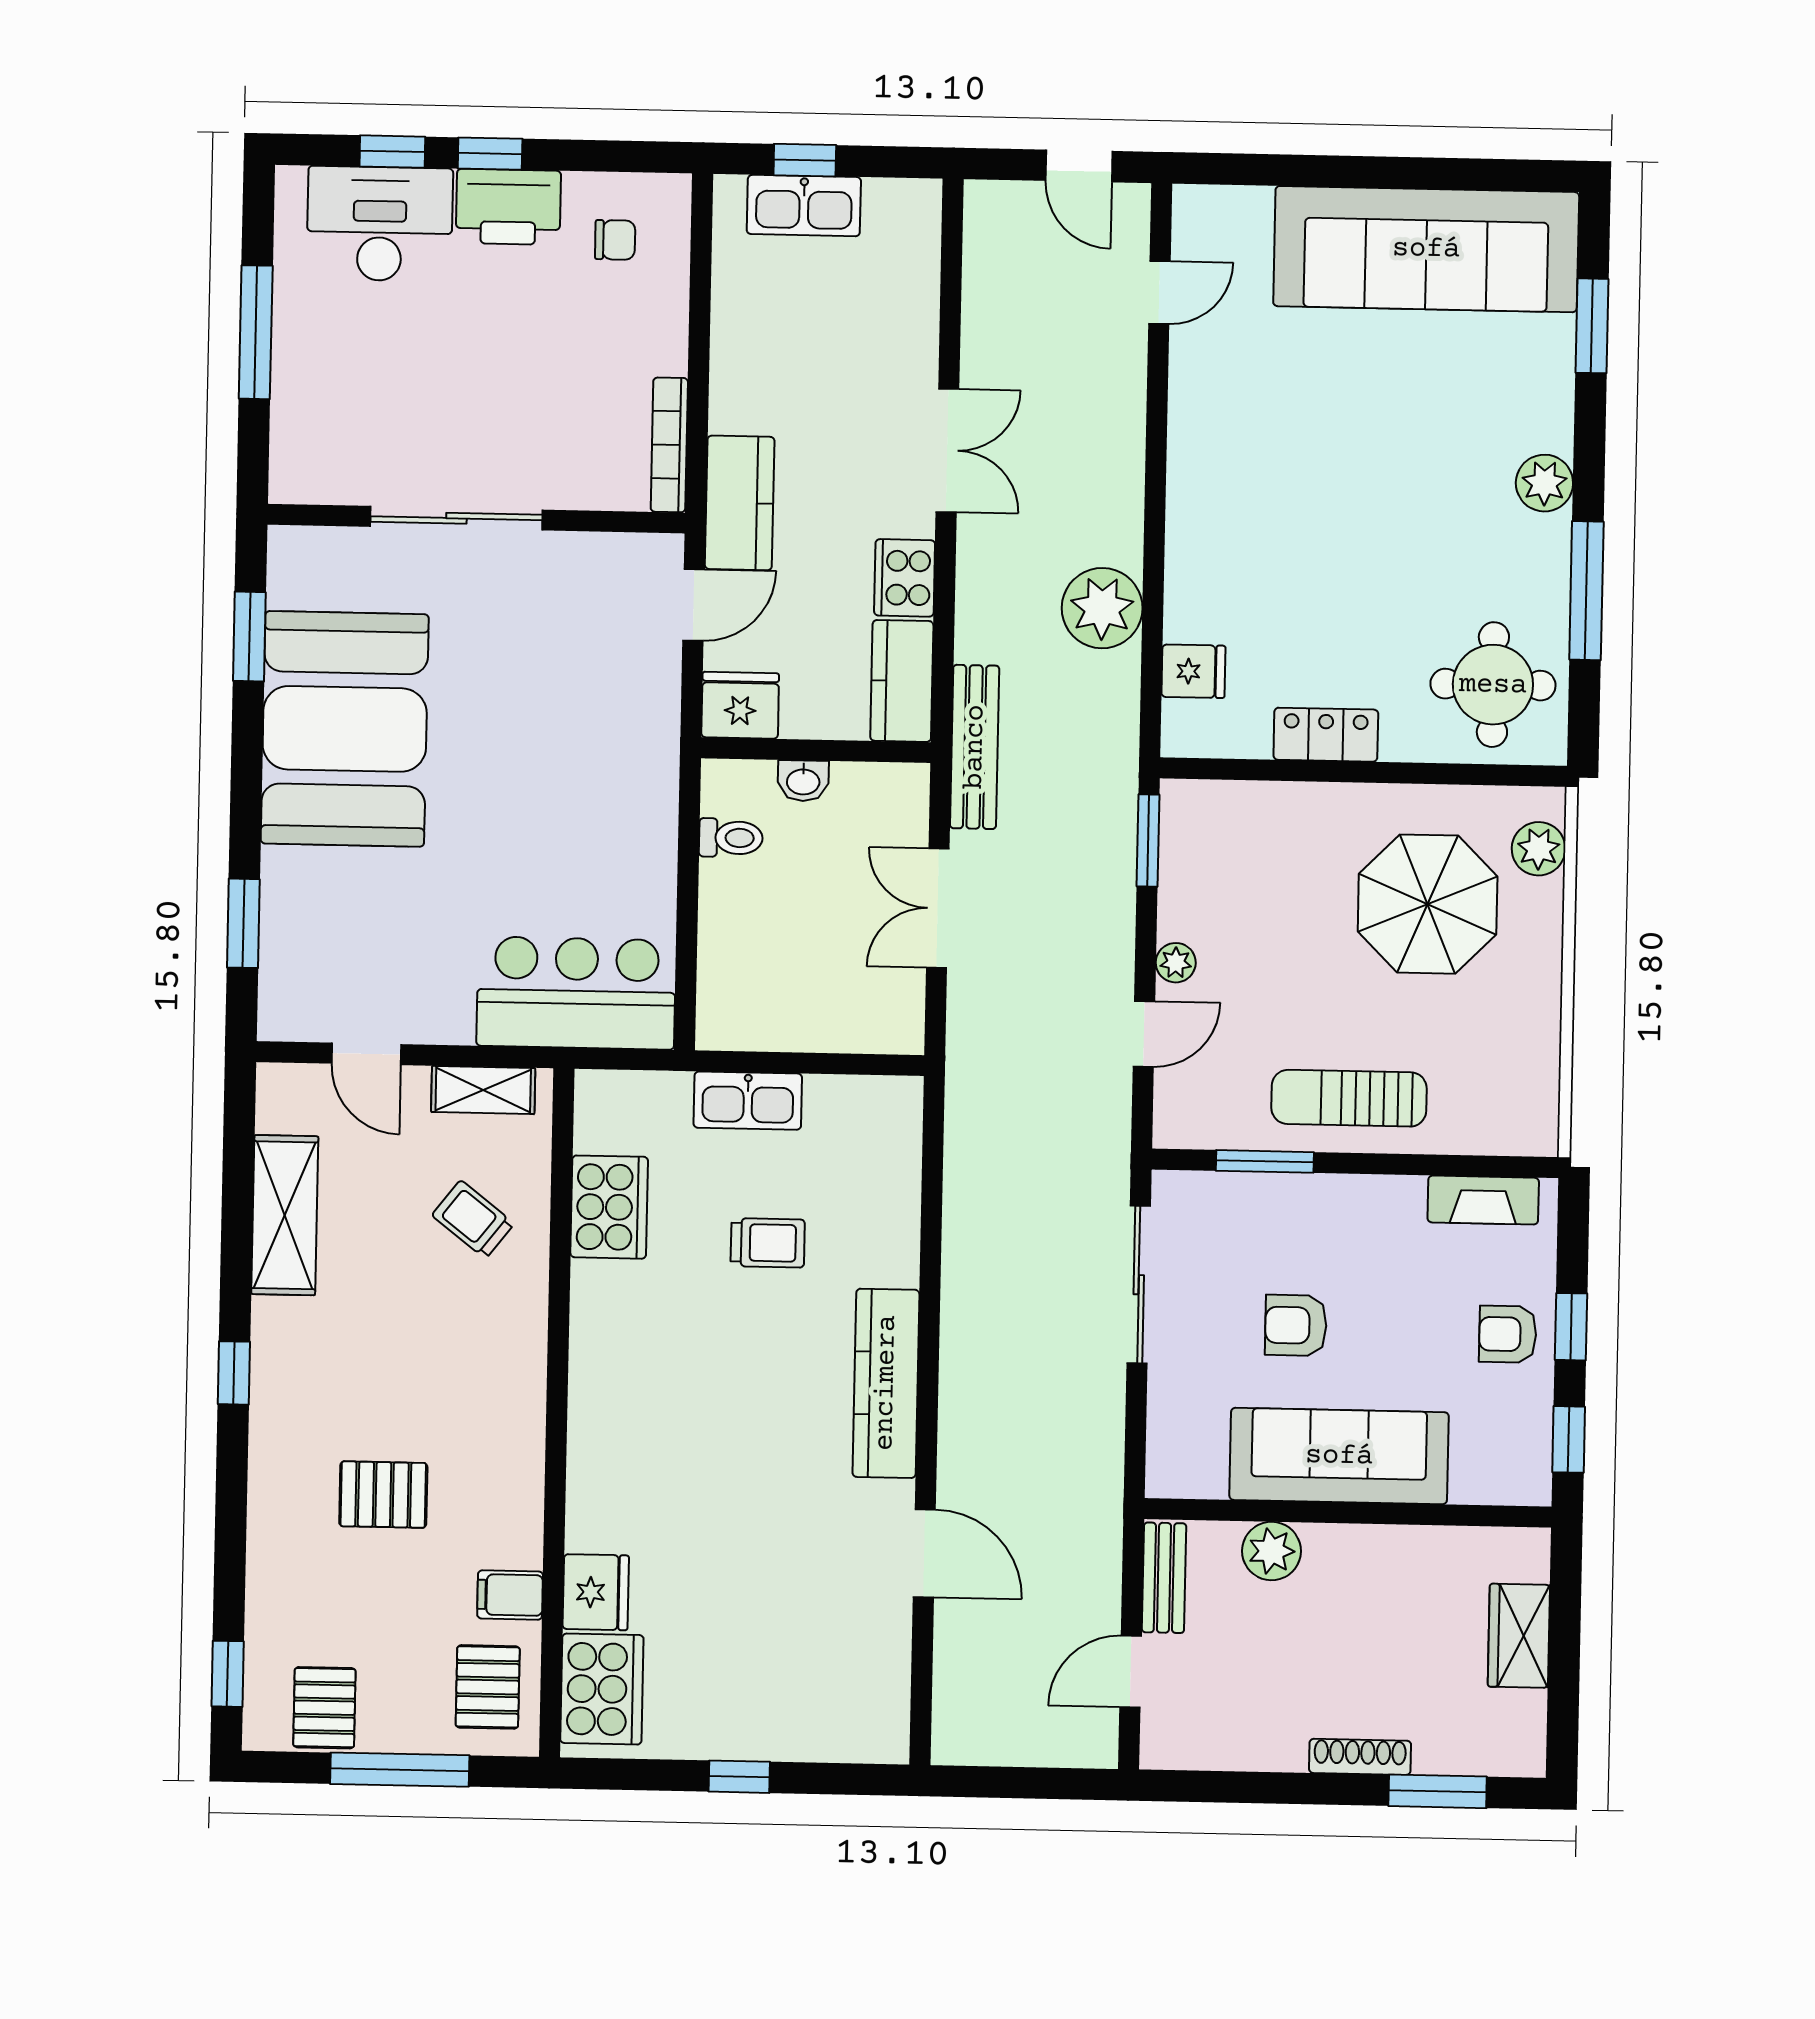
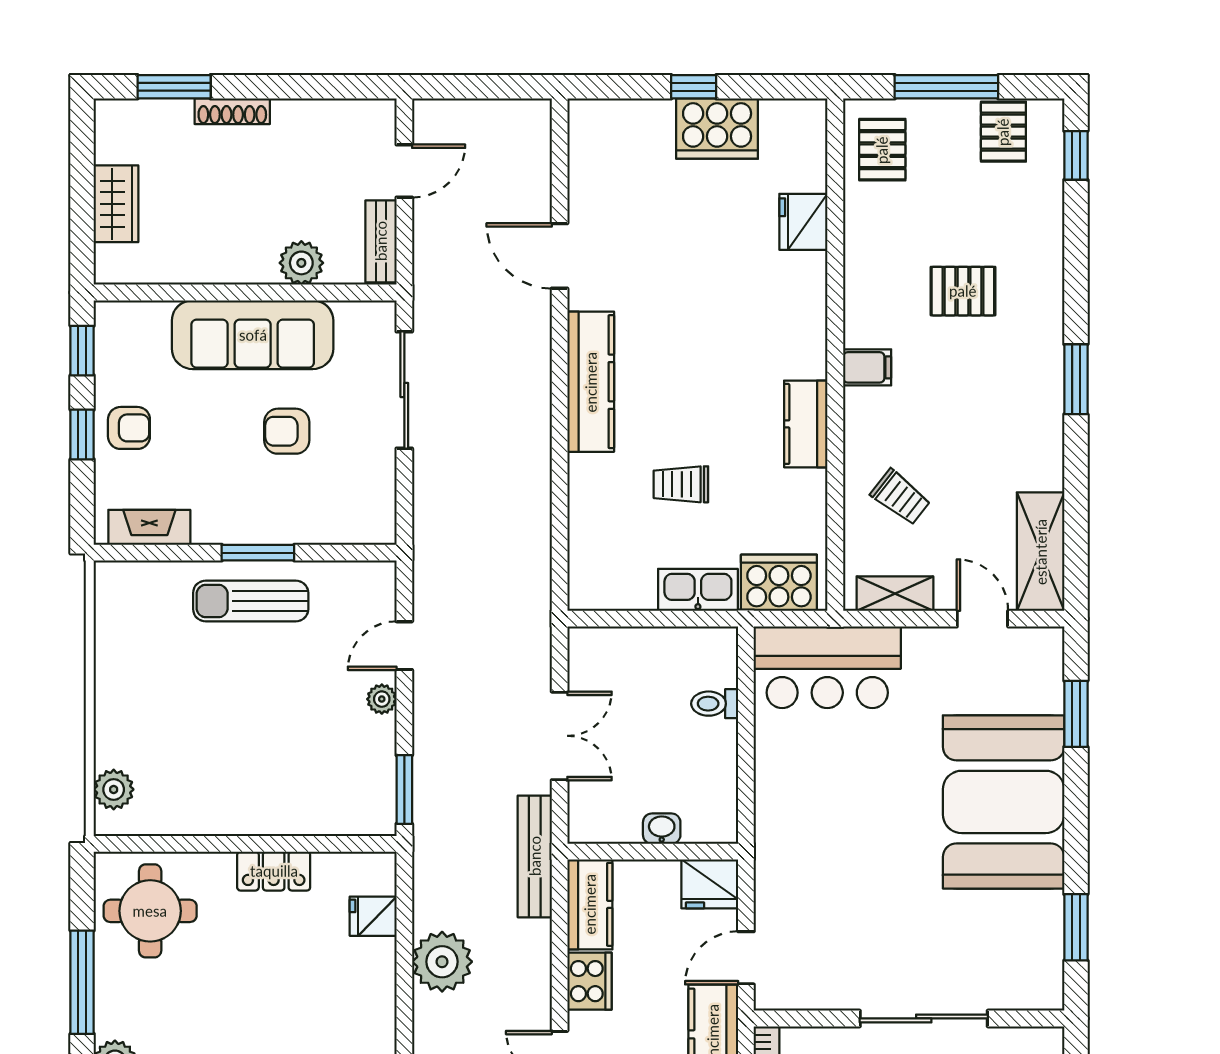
booth: (345, 729) -> (1004, 802), moved
toilet: (731, 838) -> (715, 704), moved
parasol: (1428, 904) -> (195, 747), removed
sun lounger: (1349, 1098) -> (251, 601), turned 180
window: (1265, 1161) -> (258, 553), moved
cooker: (609, 1207) -> (779, 583), moved, turned 90
shelving: (285, 1215) -> (1041, 552), moved
sliding door: (1139, 1285) -> (404, 390), moved
kitchen counter: (598, 1320) -> (806, 424), added
armchair: (1296, 1325) -> (287, 431), turned 180
window: (234, 1373) -> (1076, 379), width x1.50
filing cabinet: (510, 1595) -> (867, 367), moved
cooker: (602, 1689) -> (717, 129), moved, turned -90

